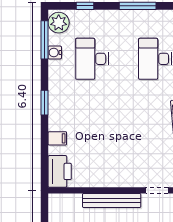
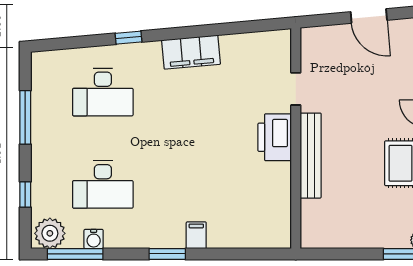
filing cabinet: (57, 138) -> (196, 235), moved
printer: (60, 171) -> (275, 137), moved, turned -90

